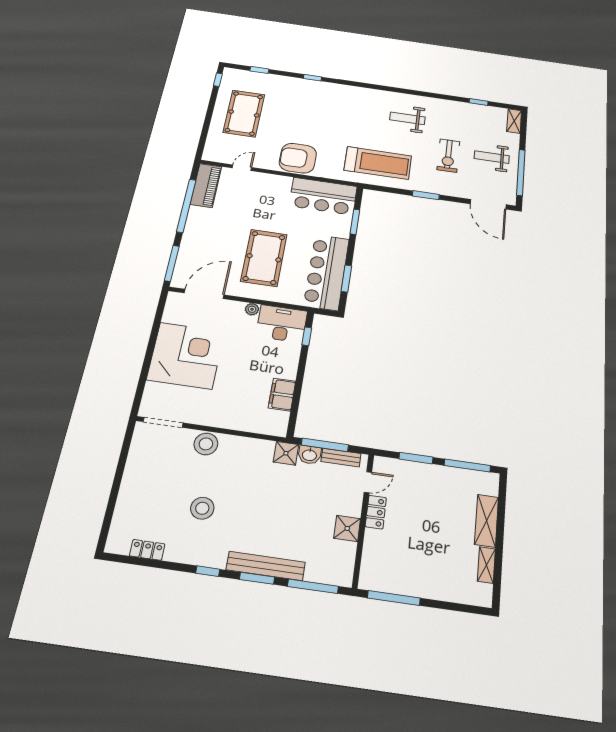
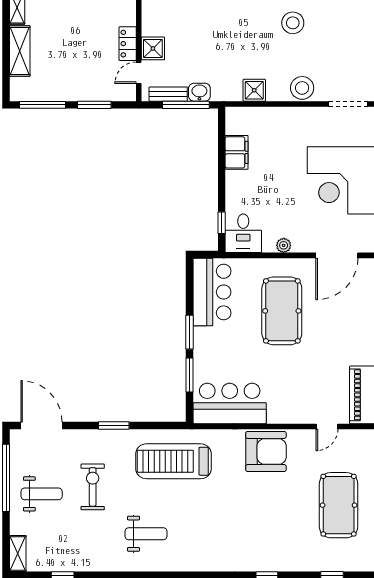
bar counter: (326, 272) -> (212, 292), width x0.73
window: (346, 279) -> (190, 332), moved
desk: (282, 324) -> (243, 233), width x0.73
shower: (286, 453) -> (254, 90), moved
shower: (347, 528) -> (153, 48), moved

